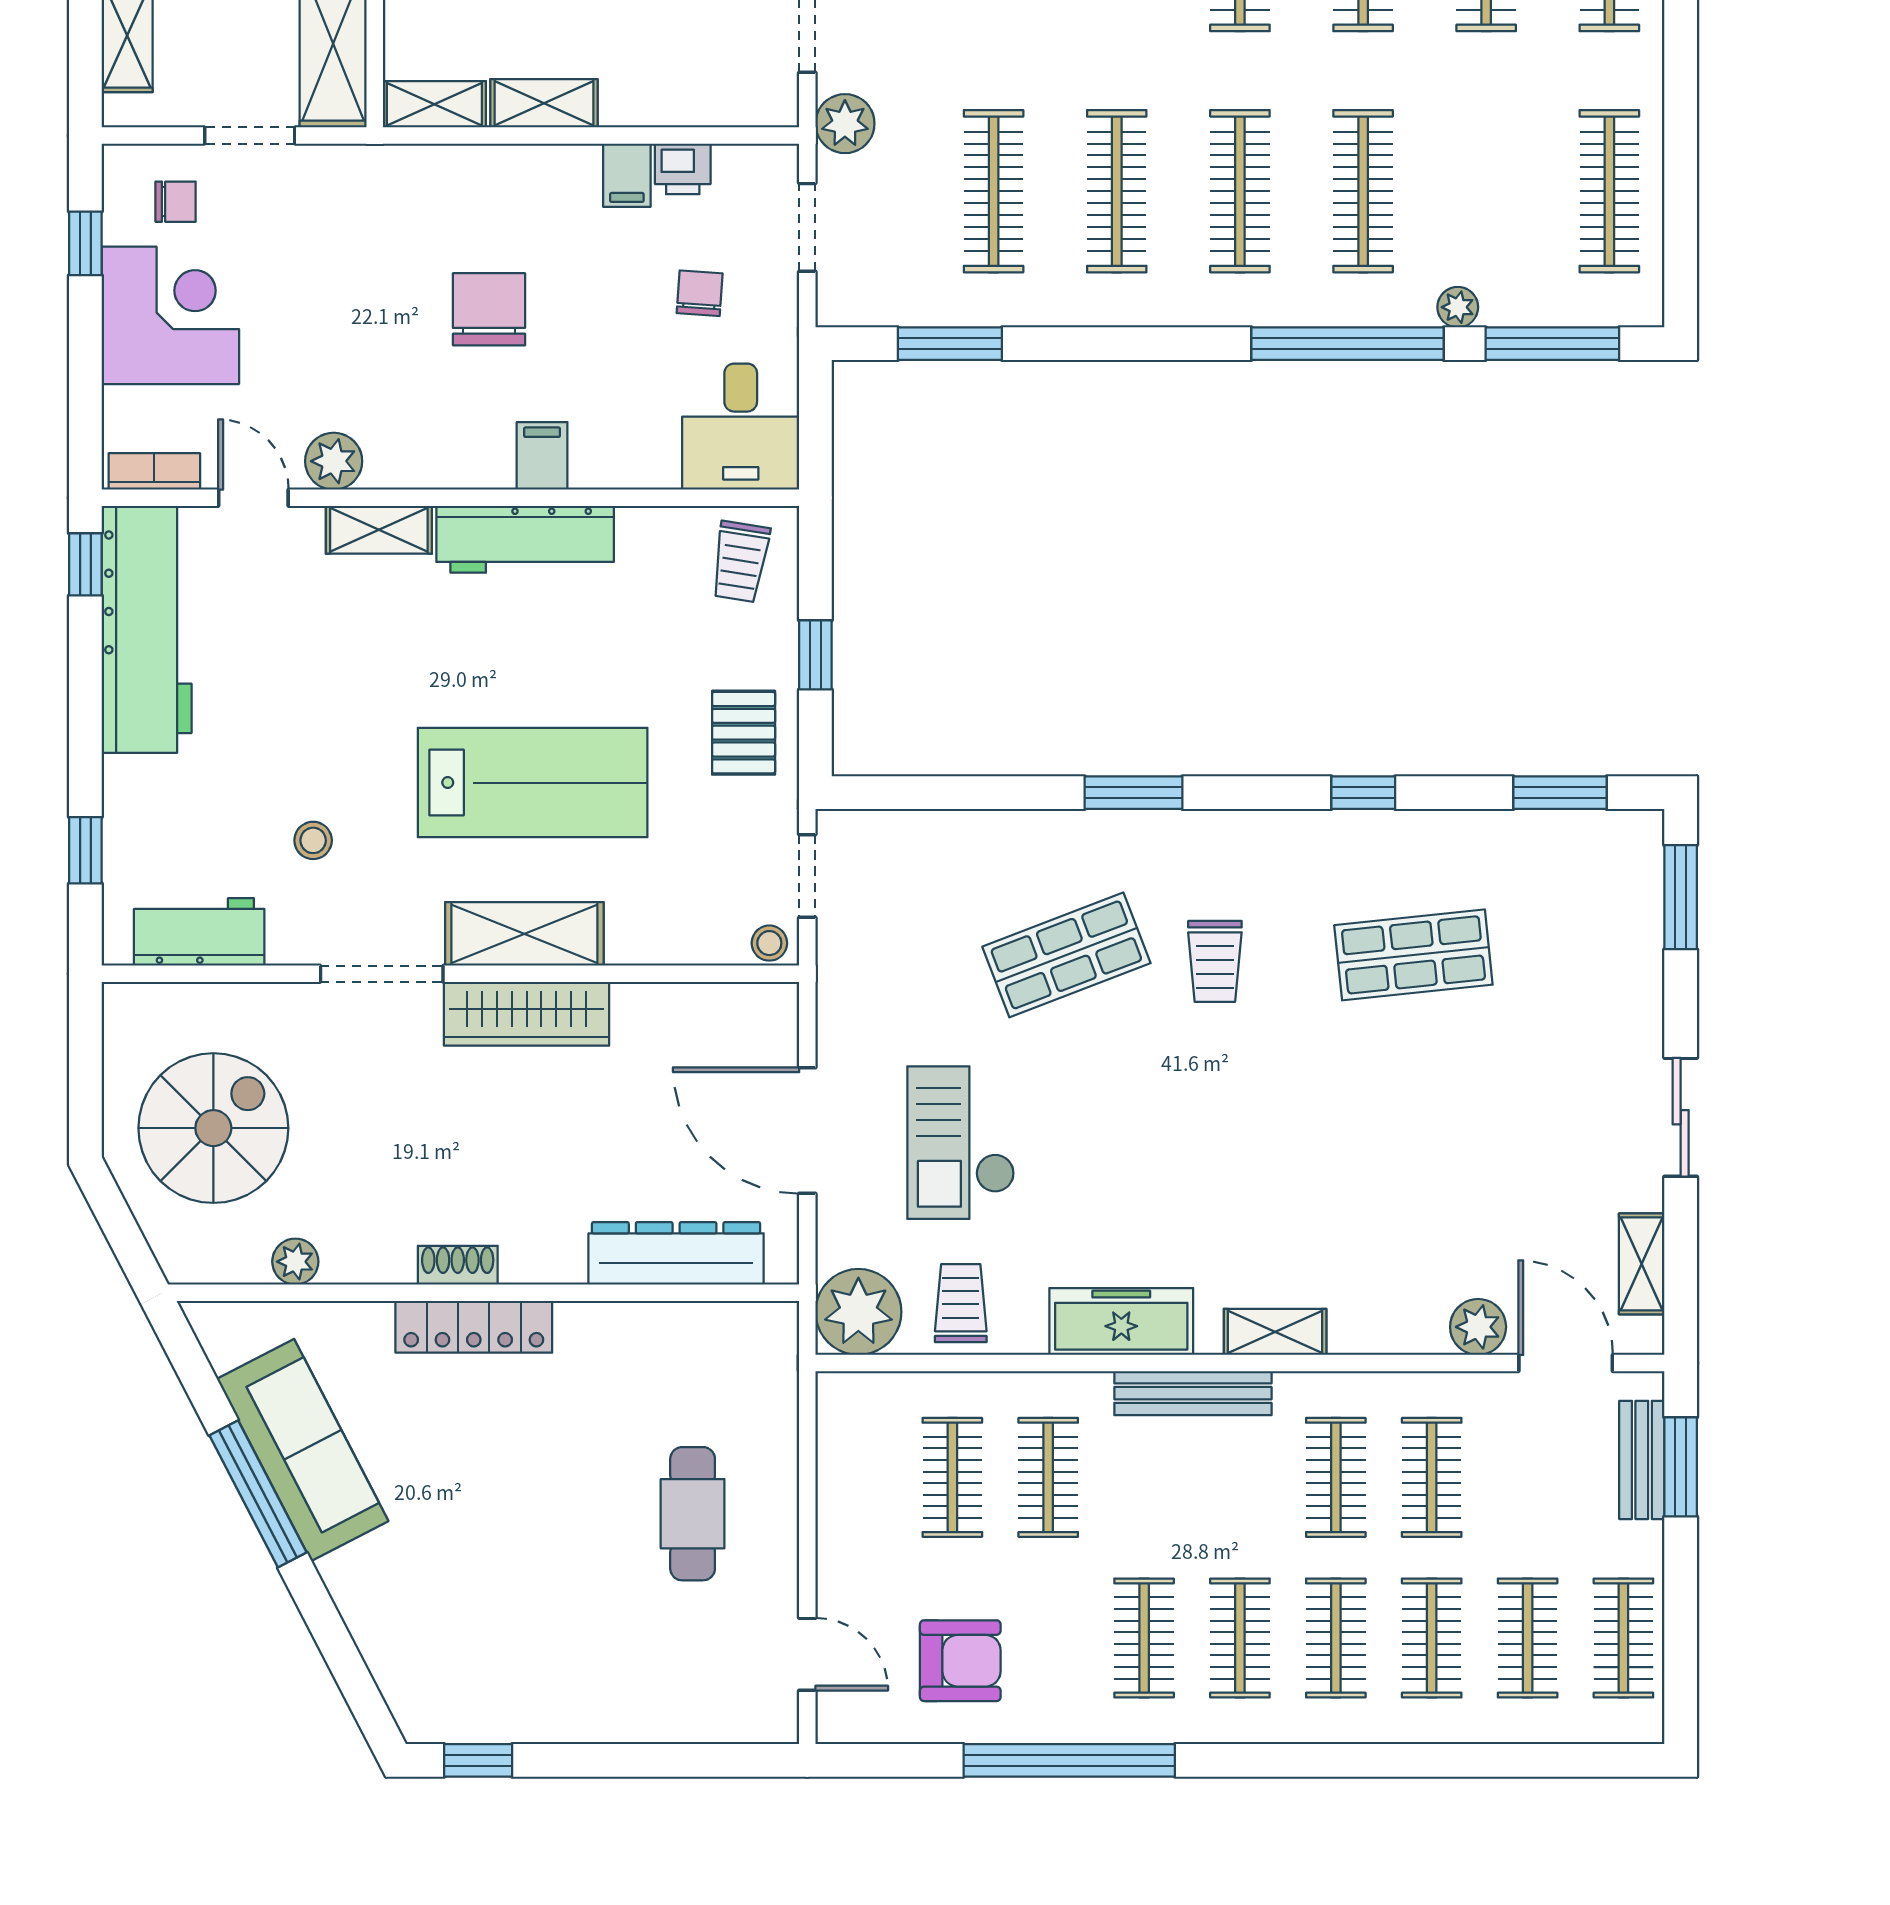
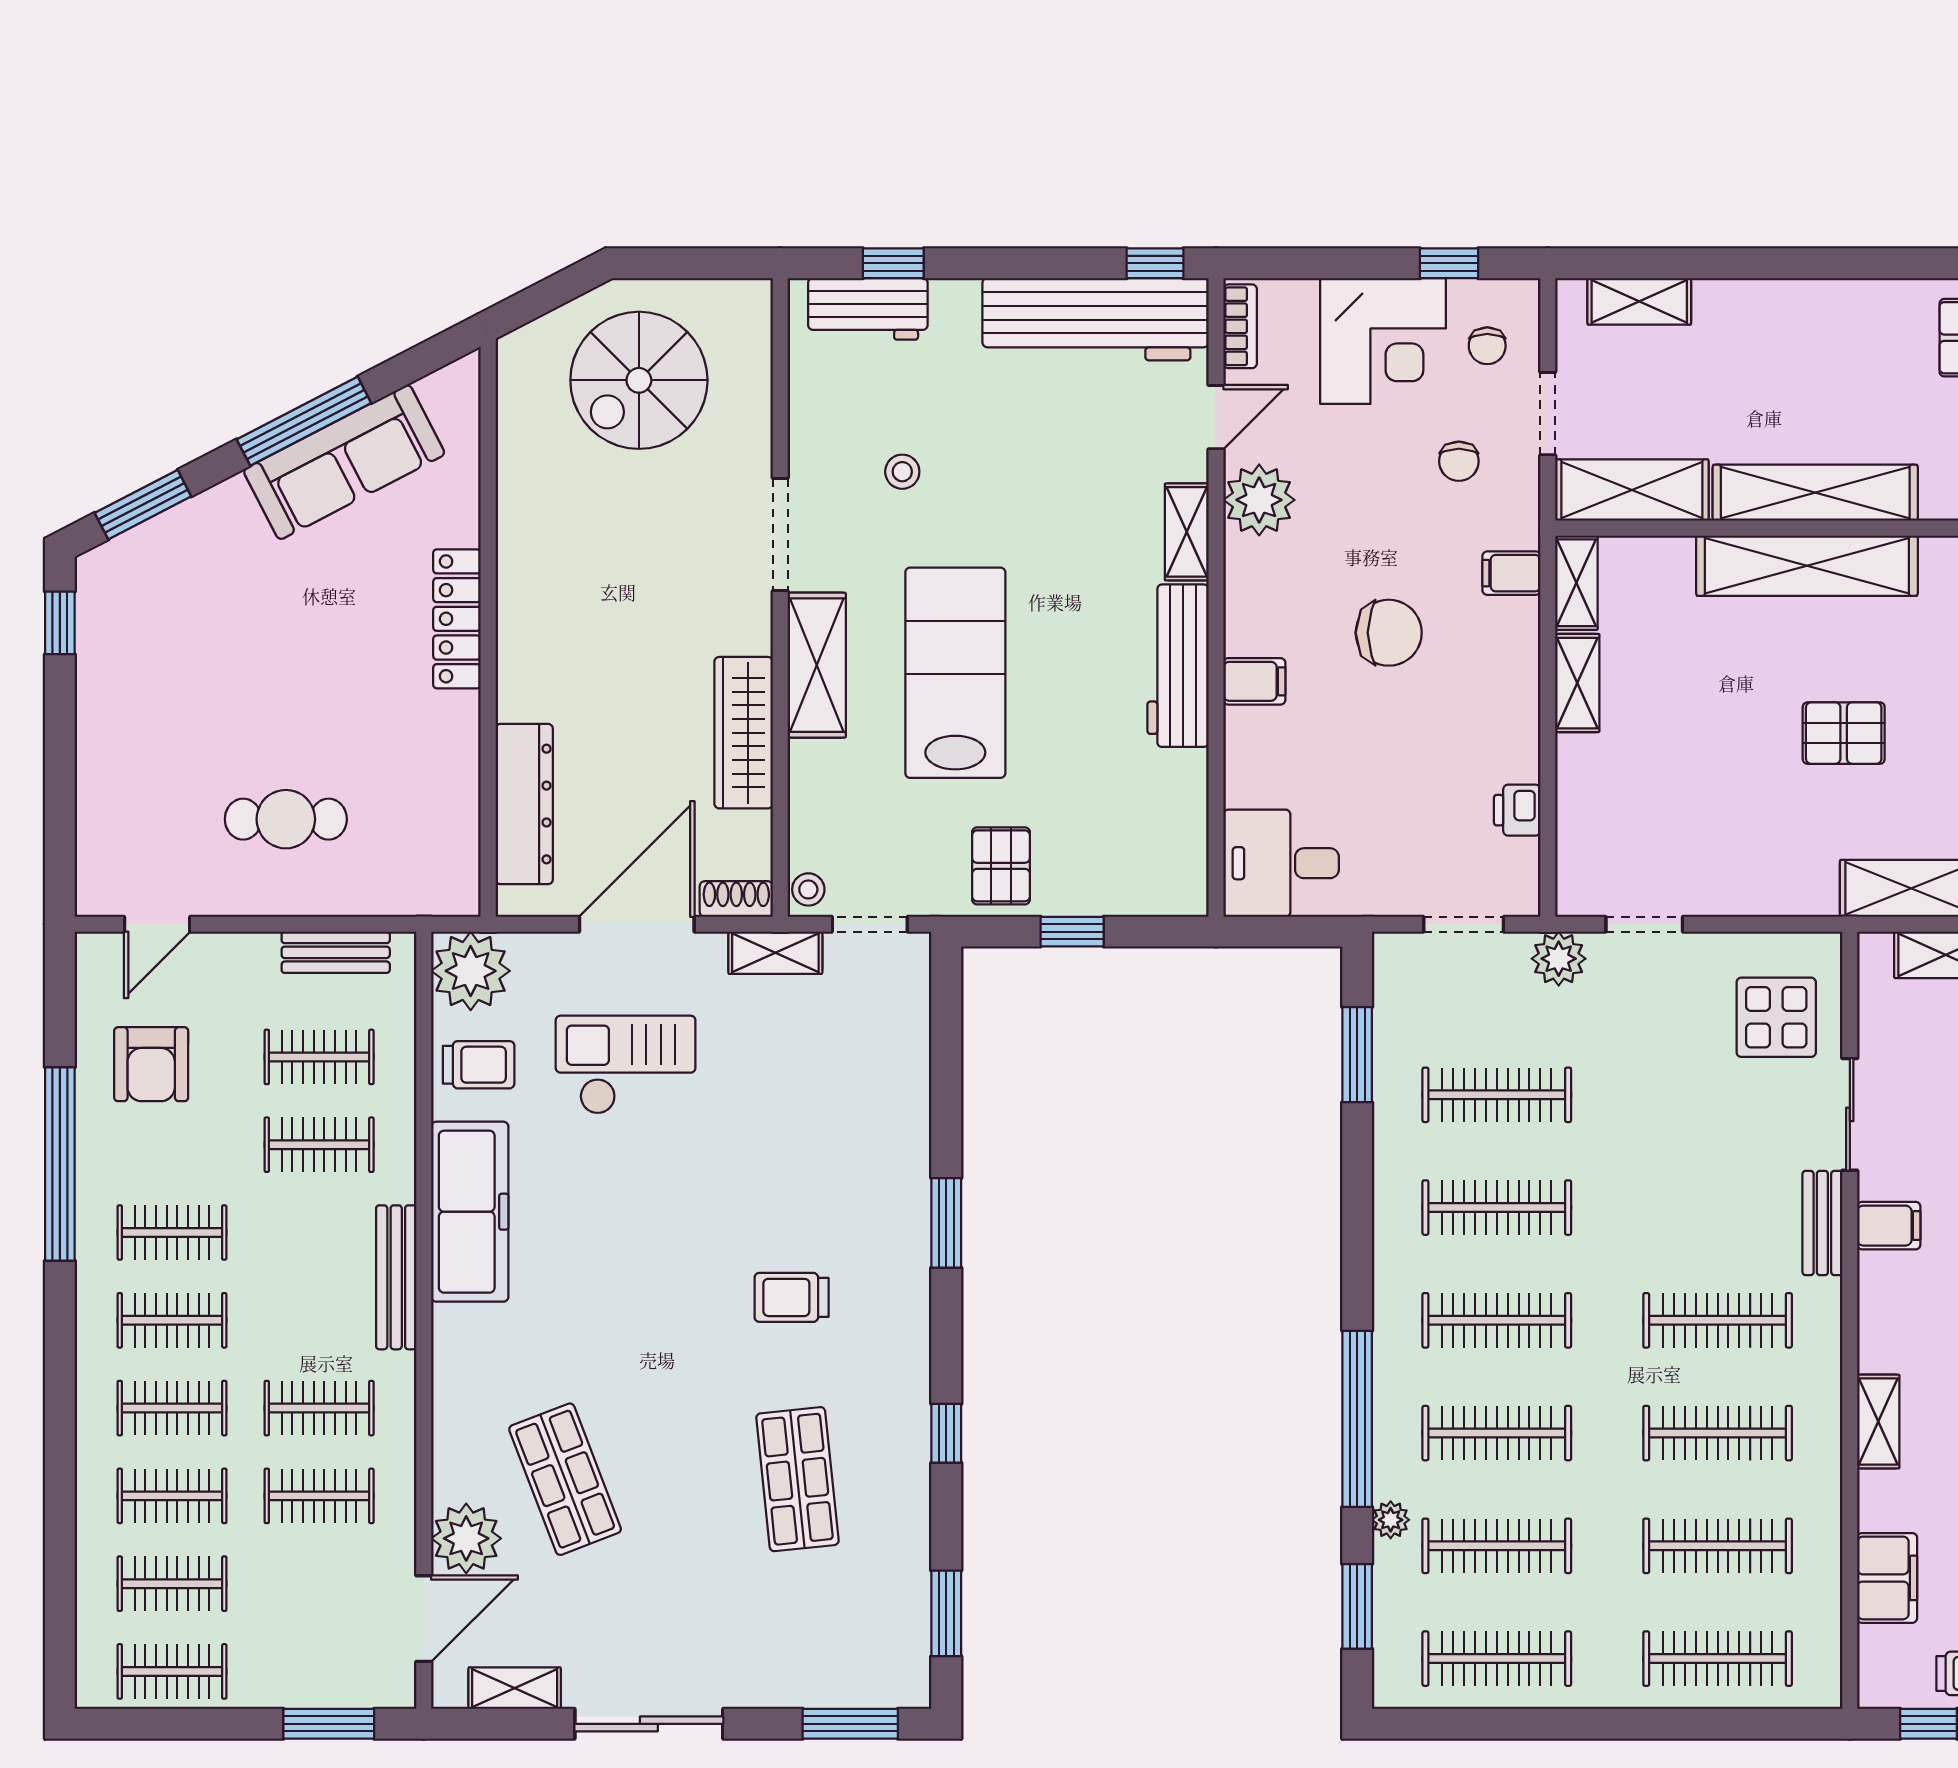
filing cabinet: (627, 175) -> (1511, 573), moved
clothes rail: (1486, 191) -> (1497, 1546), added
chair: (700, 293) -> (1459, 461), moved, turned 86
window: (1552, 344) -> (1357, 1606), width x0.69
plant: (334, 461) -> (1259, 500), width x1.36, depth x1.36
trolley: (740, 562) -> (1158, 863), removed
pallet: (744, 733) -> (1001, 866), turned 90
lab bench: (533, 783) -> (955, 673), turned 180
workbench: (199, 932) -> (868, 309), moved, turned 90
shop shelf: (1066, 955) -> (565, 1479), moved
wardrobe: (527, 1014) -> (744, 733), moved
sliding door: (1681, 1117) -> (649, 1724), width x1.37
spiral stairs: (213, 1128) -> (639, 380), turned 90
plant: (295, 1262) -> (517, 455), removed
shoe rack: (458, 1265) -> (736, 899), moved, turned -90
freezer: (1121, 1321) -> (470, 1212), width x1.36, depth x1.26
plant: (1478, 1327) -> (466, 1538), width x1.36, depth x1.36
shelving: (1275, 1332) -> (775, 953), moved, turned 90
bench: (1642, 1460) -> (336, 952), moved
window: (349, 1670) -> (143, 505), added

